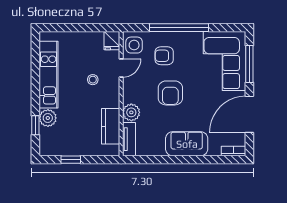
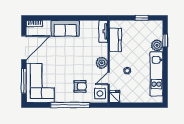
armchair: (170, 93) -> (76, 62), removed
plant: (131, 112) -> (102, 63), moved

